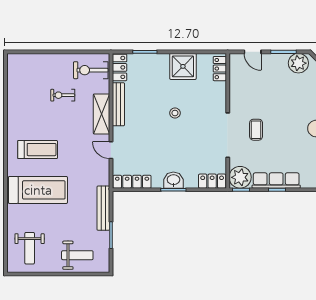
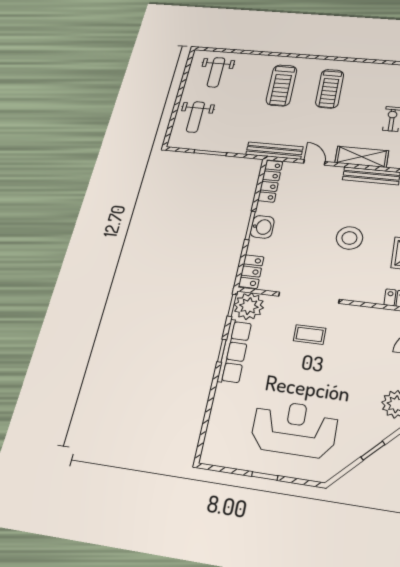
stool: (175, 113) -> (349, 238), width x1.89, depth x1.89
door: (111, 150) -> (314, 162), hinge flipped
treadmill: (38, 190) -> (282, 85), width x0.73, depth x0.73
bench: (103, 208) -> (274, 151), moved
weight bench: (30, 248) -> (216, 72), turned -90

